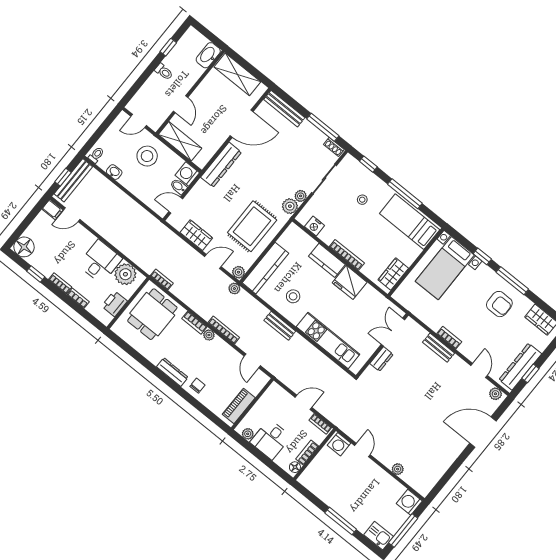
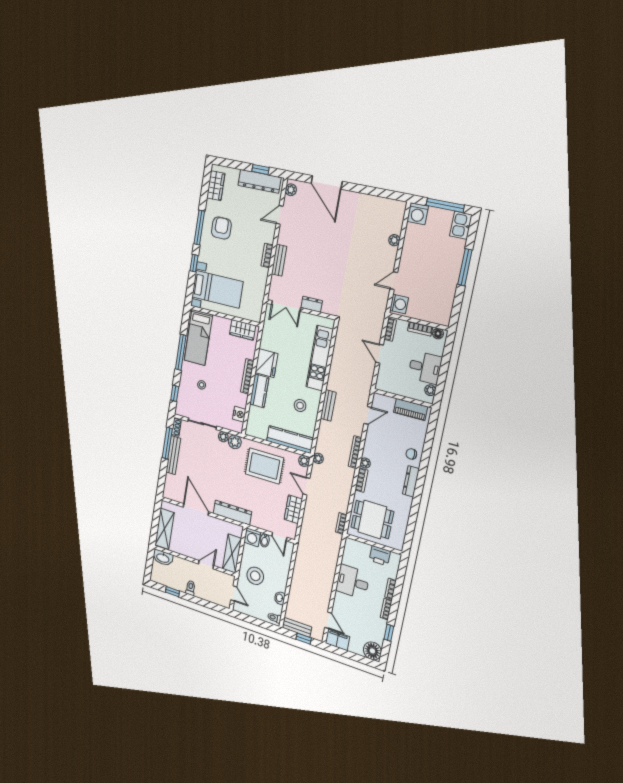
bench: (284, 109) -> (173, 455), moved
bench: (73, 180) -> (297, 627), width x0.73
filing cabinet: (52, 210) -> (337, 640), width x2.00
plant: (125, 274) -> (352, 556), removed

